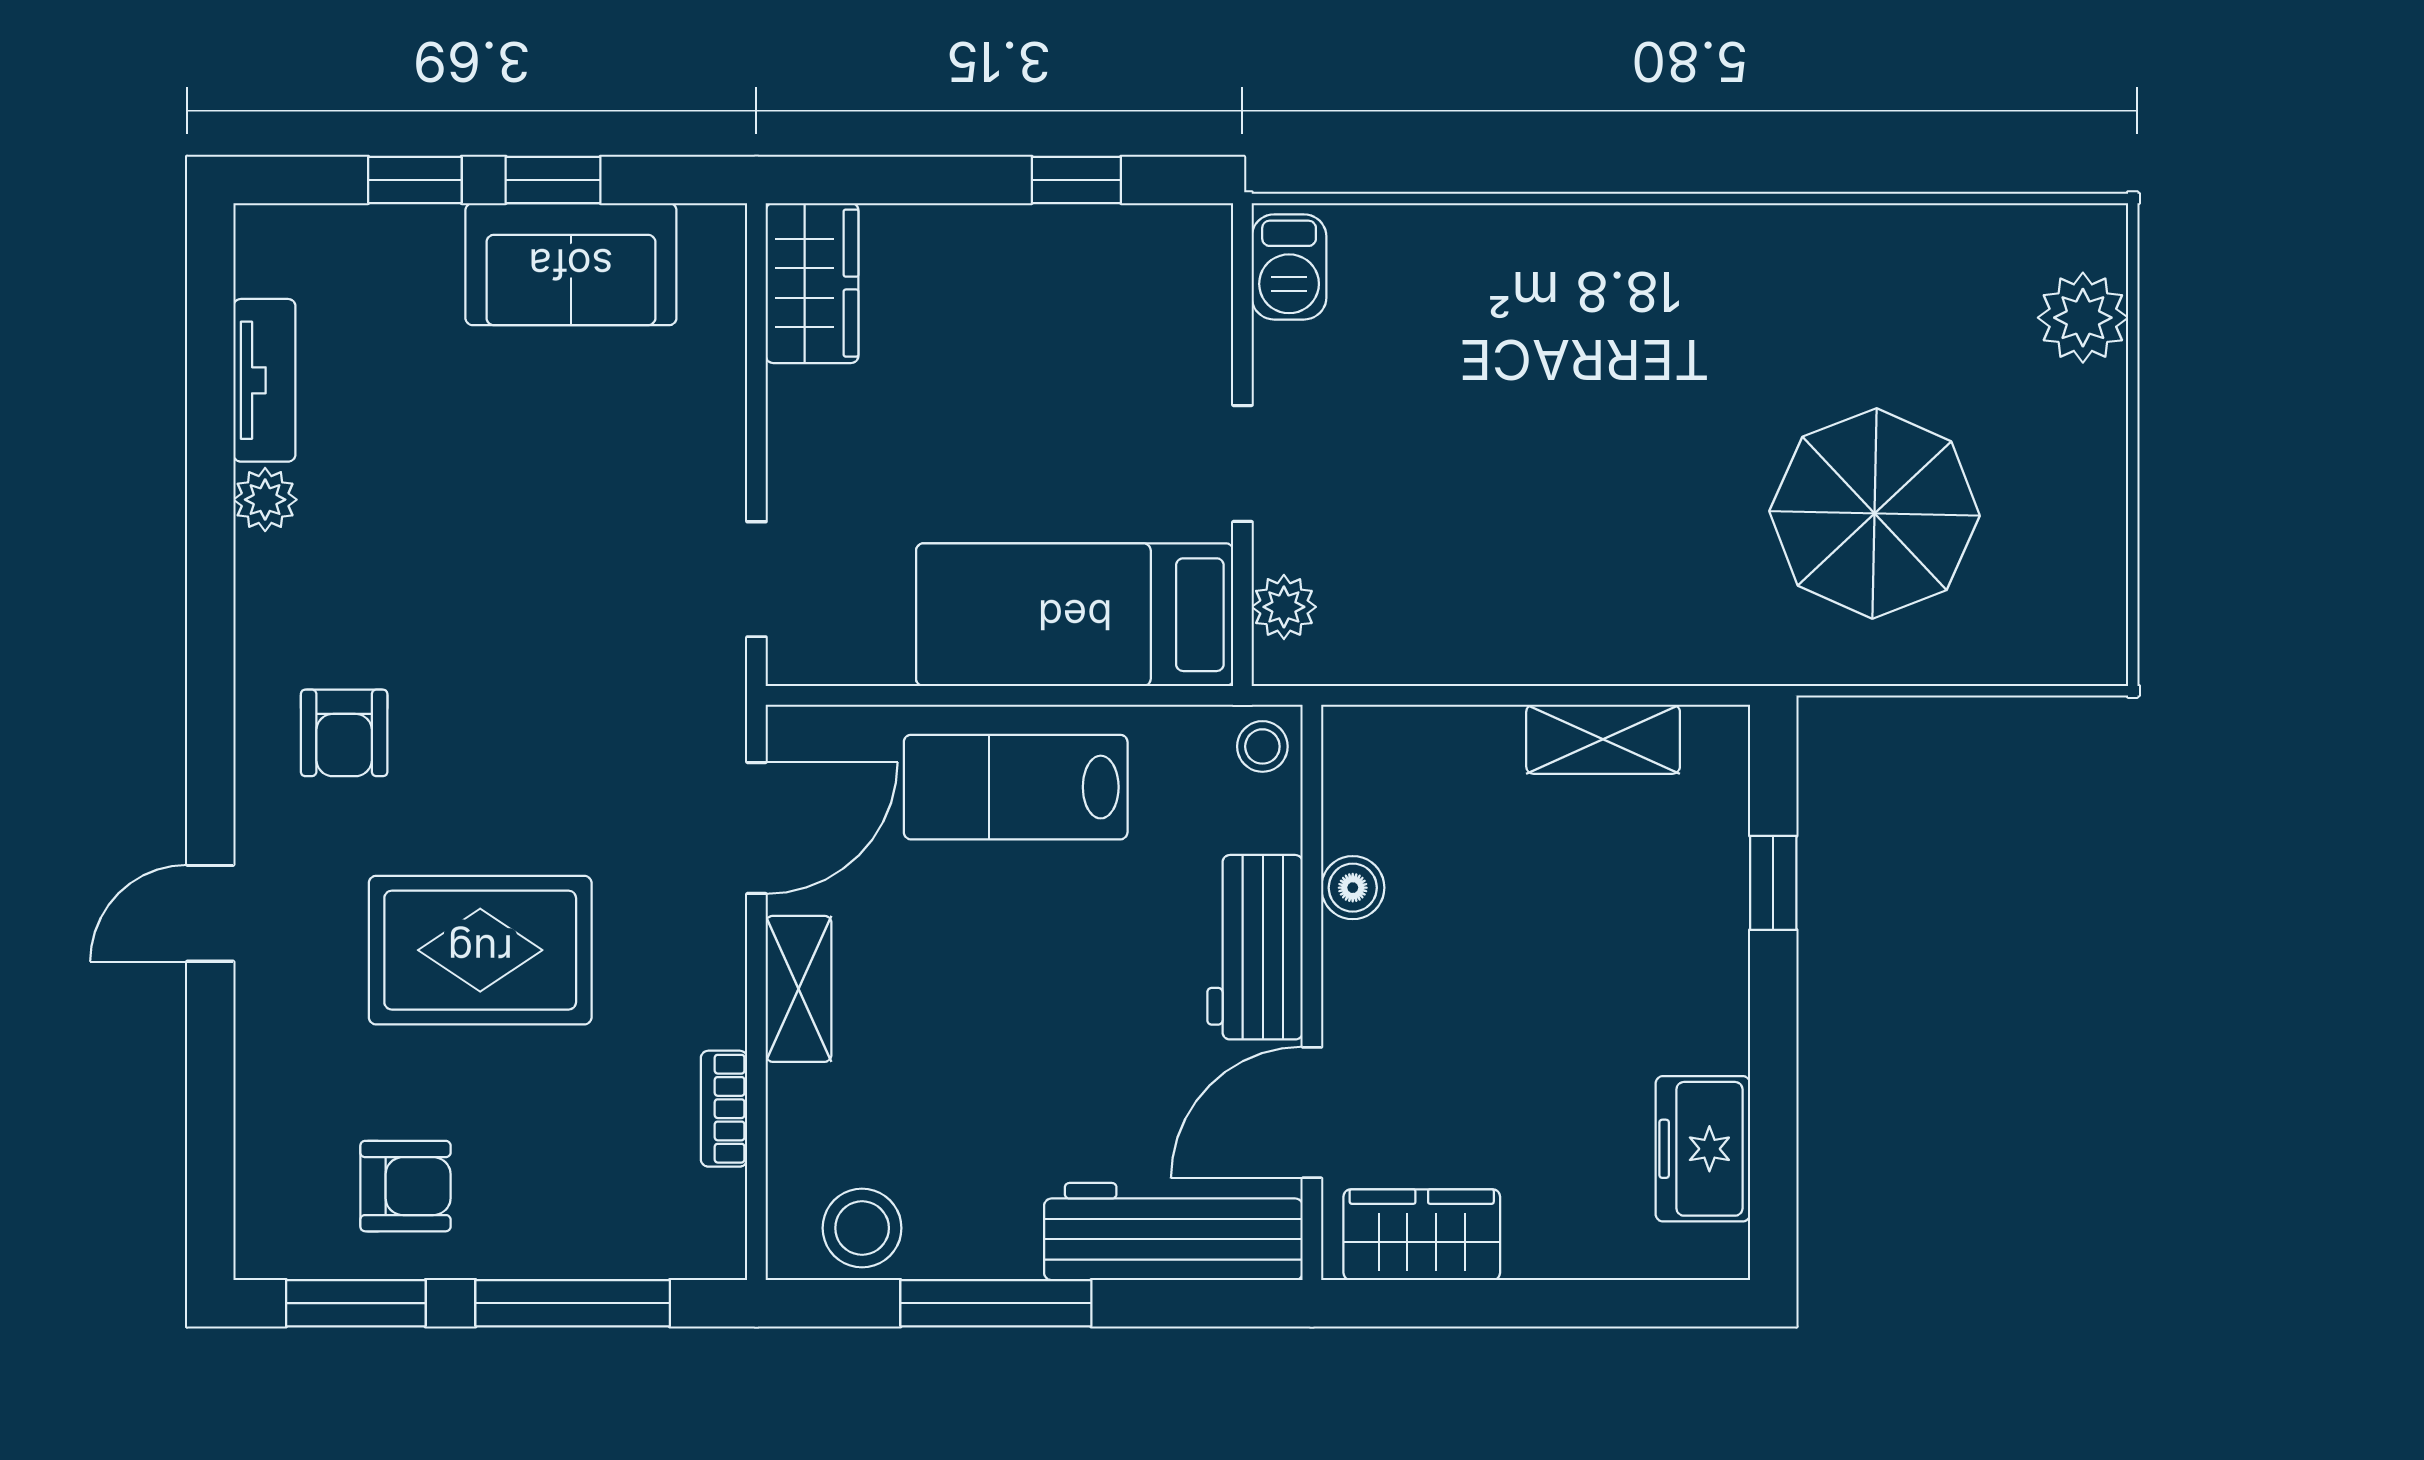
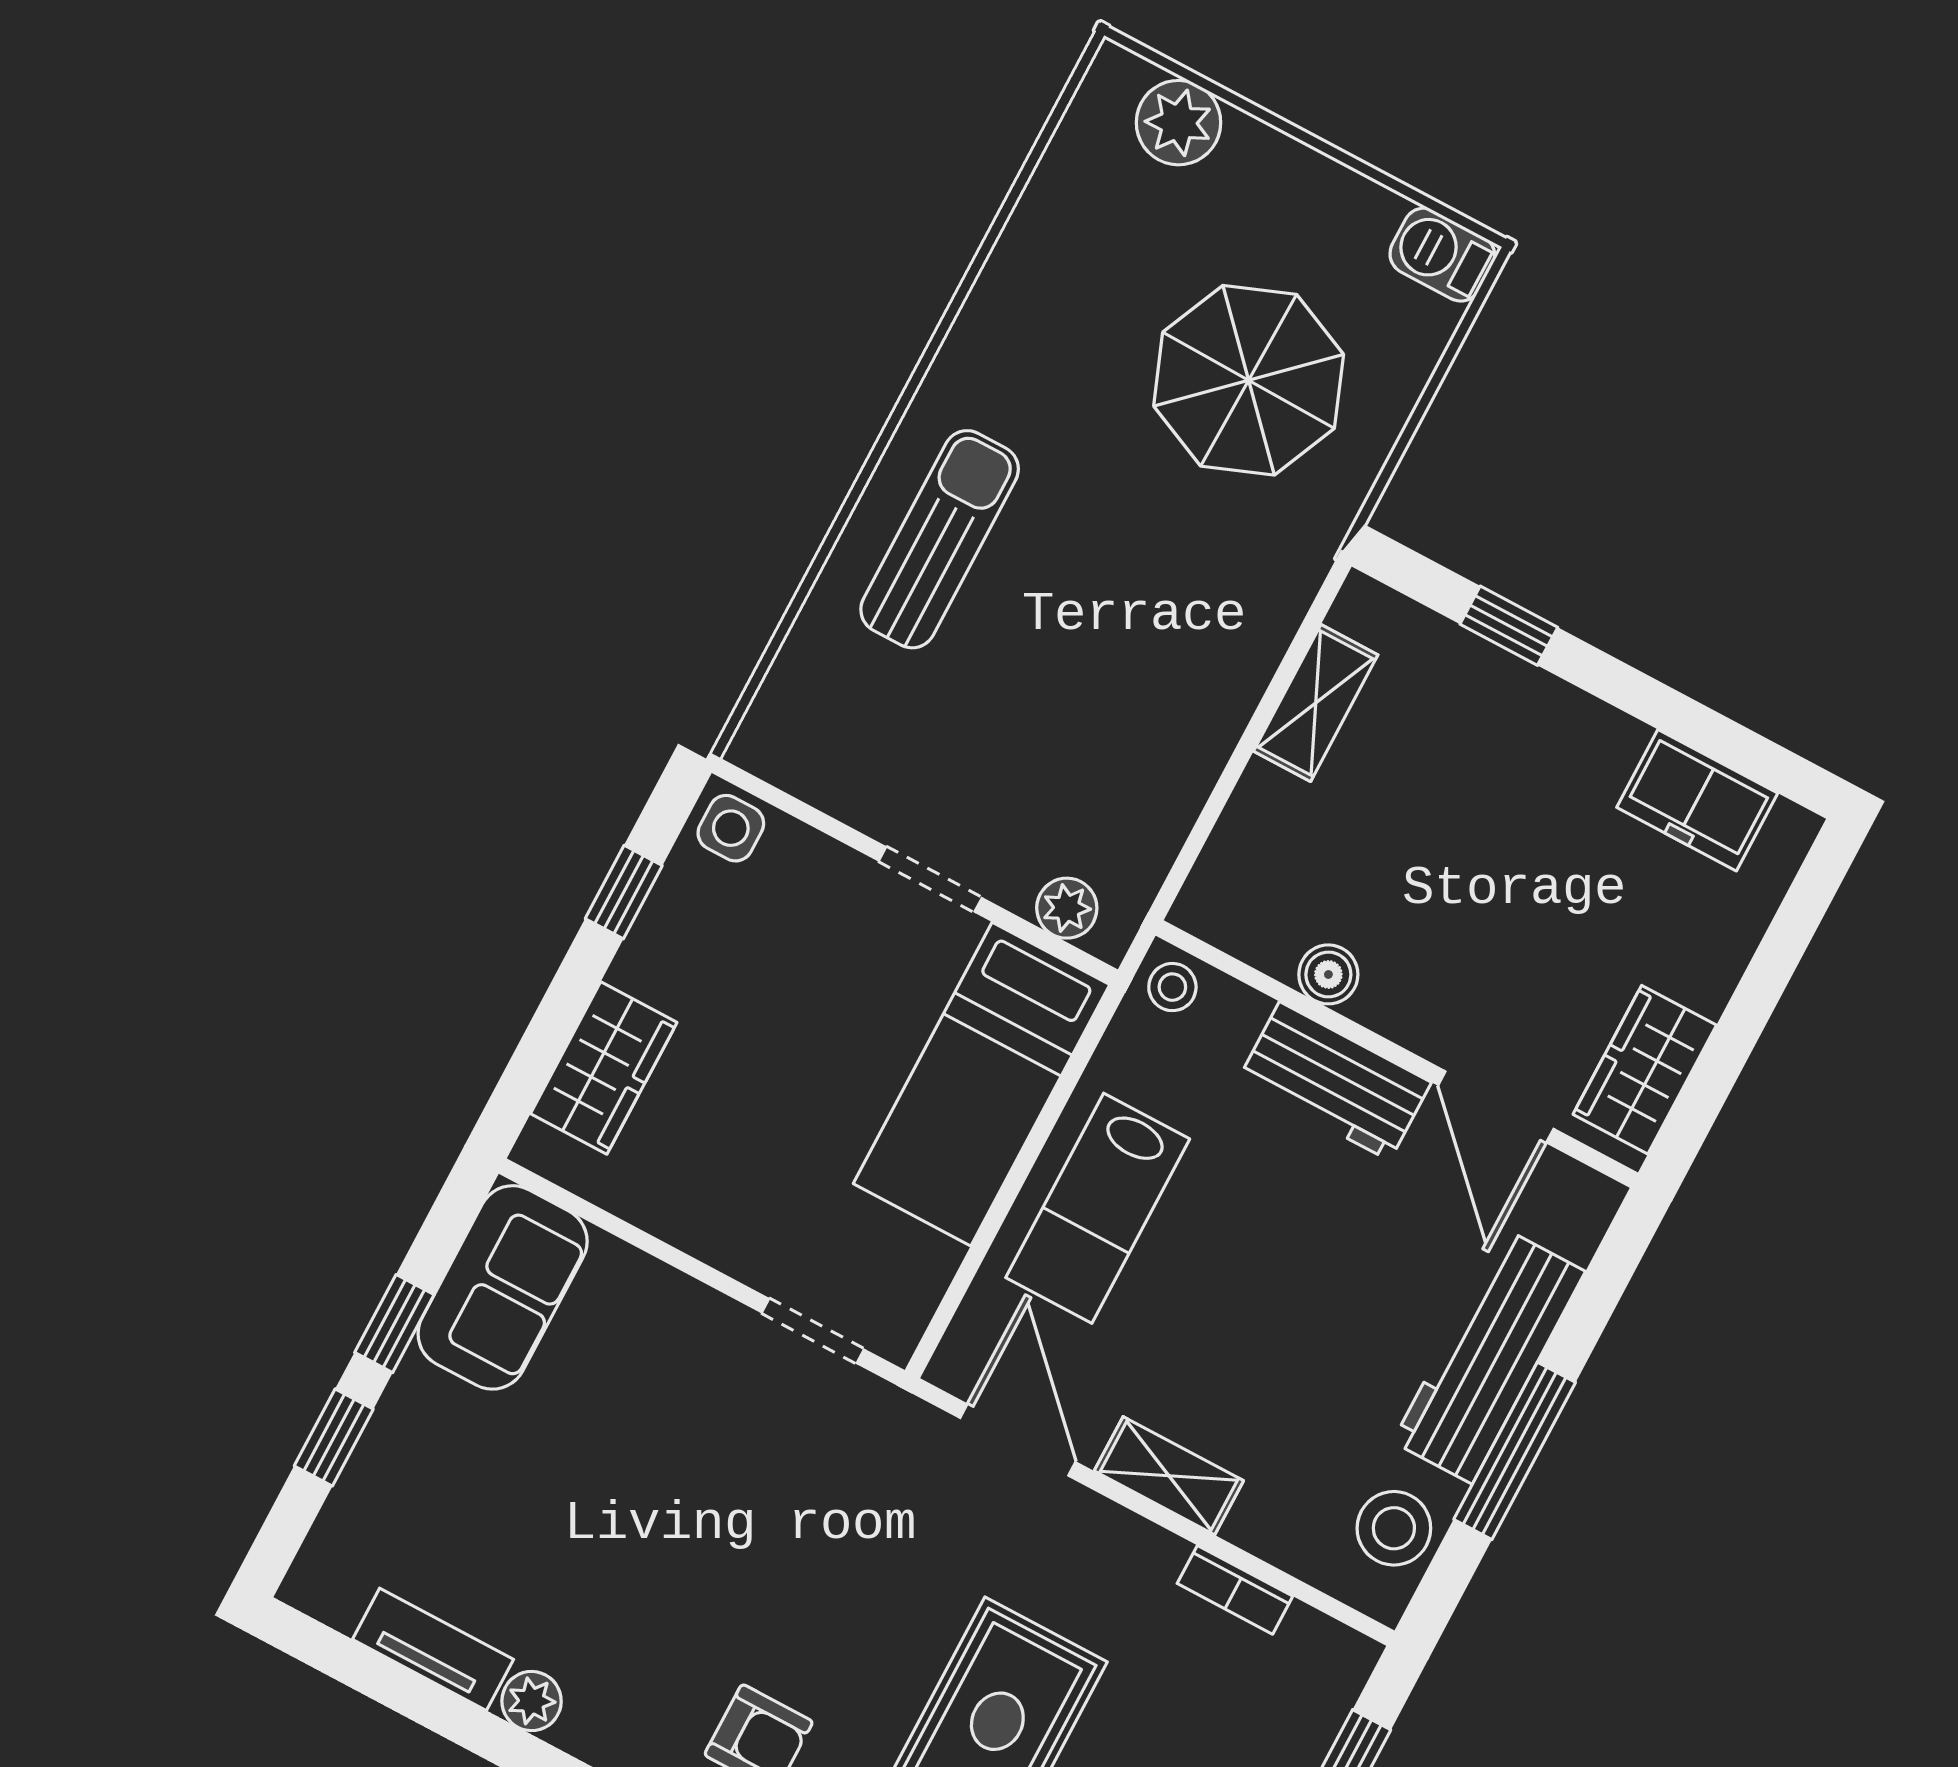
side table: (1191, 249) -> (731, 828), added
sofa: (571, 264) -> (503, 1287), moved
barbecue: (1289, 267) -> (1442, 255), moved, turned 180
wardrobe: (812, 283) -> (604, 1068), moved, turned 90
sun lounger: (1569, 301) -> (940, 539), added
workbench: (1173, 1232) -> (1489, 1357), moved

